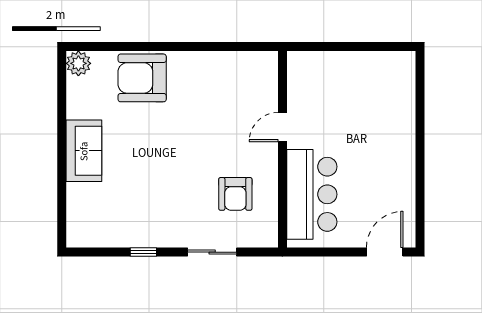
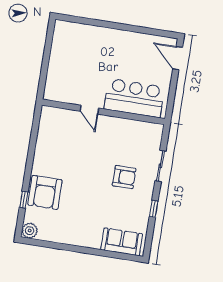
window: (125, 47) -> (24, 200), added
sofa: (84, 151) -> (122, 242), moved
armchair: (235, 194) -> (124, 177), moved

